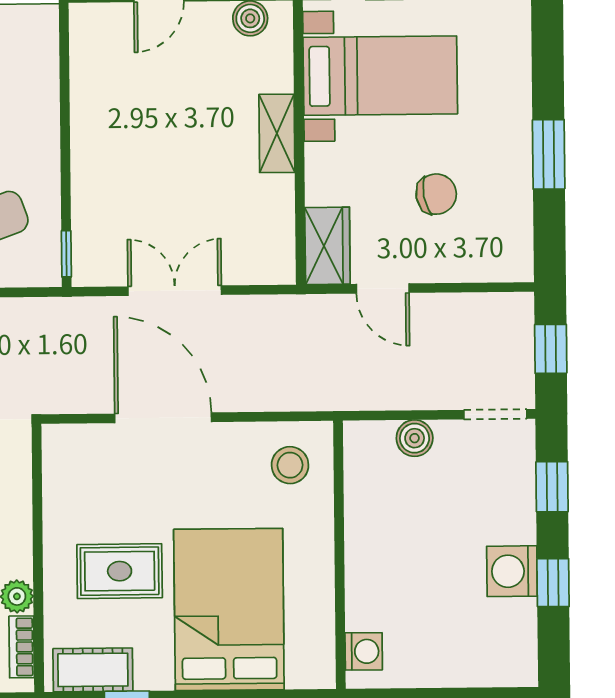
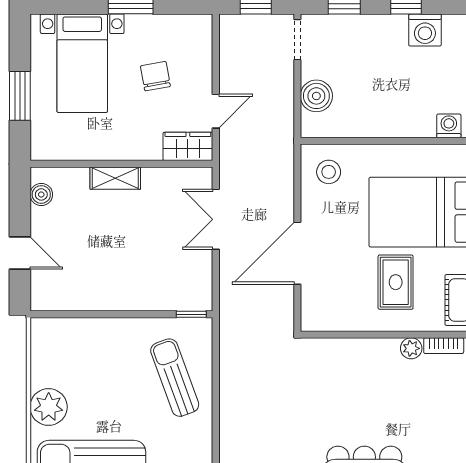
bed with nightstands: (380, 76) -> (82, 63), moved, turned 180
double door: (175, 291) -> (216, 219), moved
boiler: (415, 438) -> (316, 96), width x1.36, depth x1.36
washing machine: (512, 571) -> (425, 30), moved

